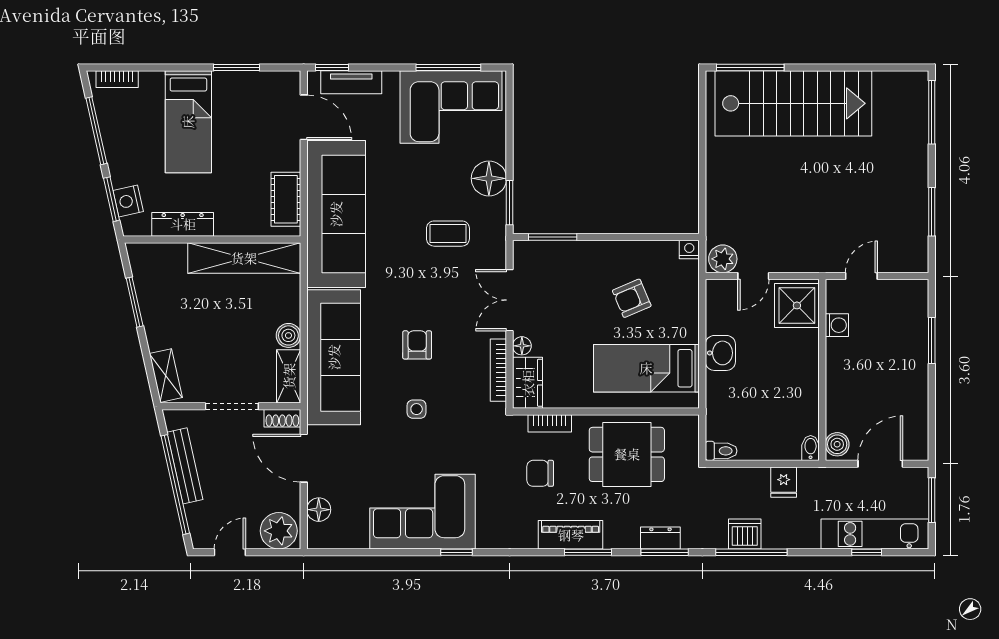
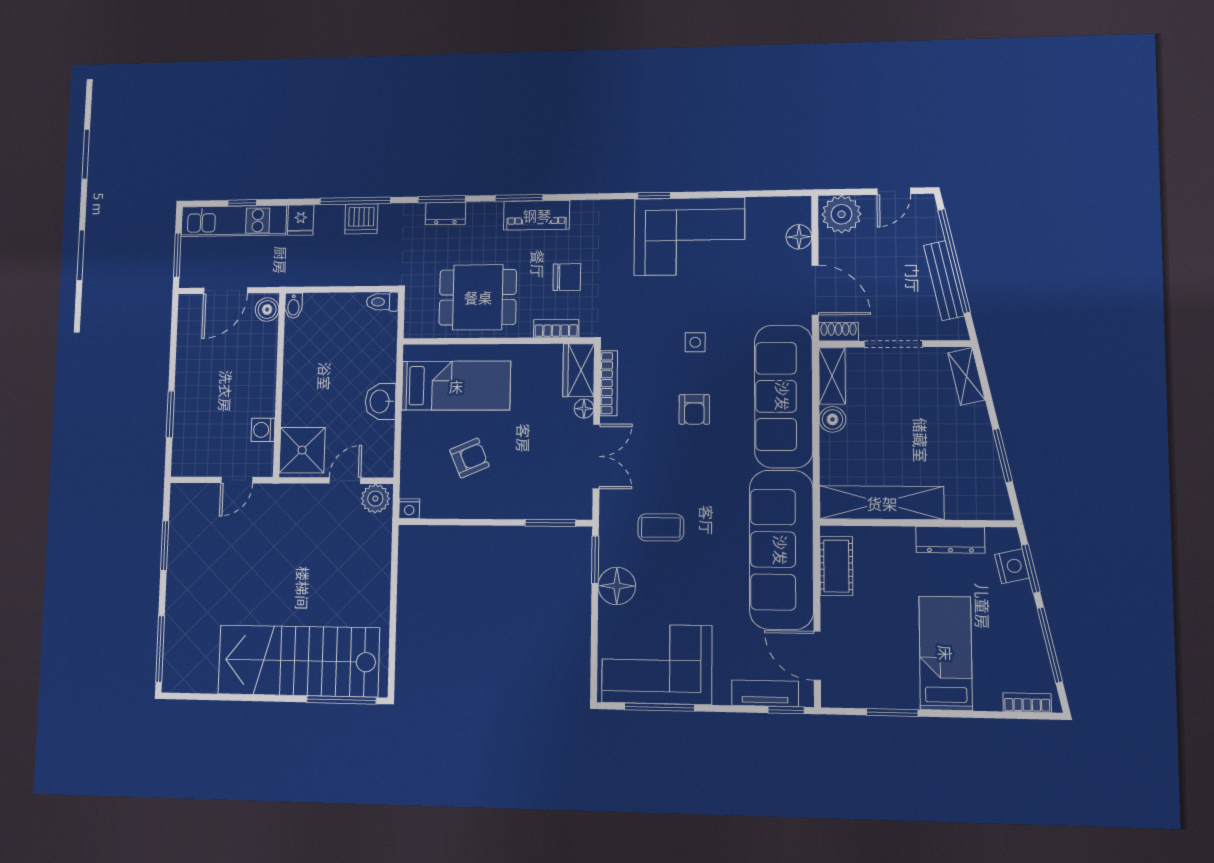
fridge: (784, 482) -> (301, 220), moved, turned 180

